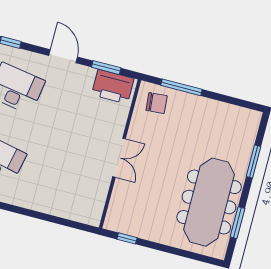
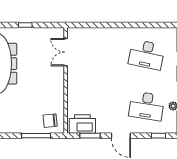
double door: (119, 158) -> (66, 52), moved
window: (127, 238) -> (25, 25), moved

